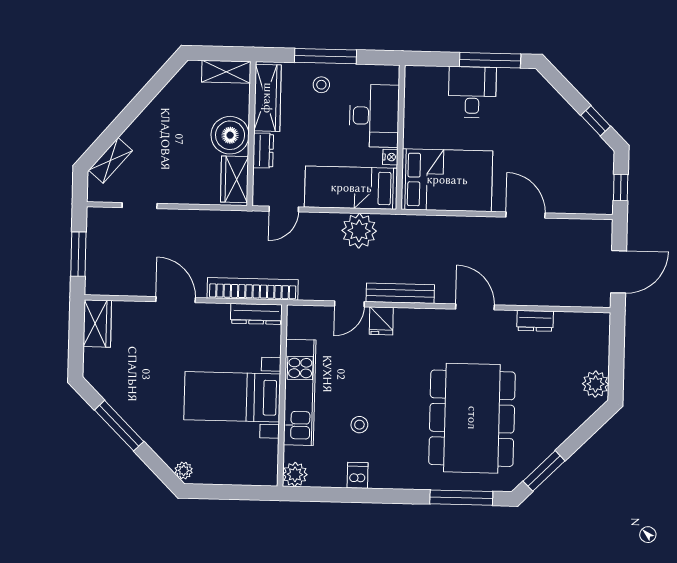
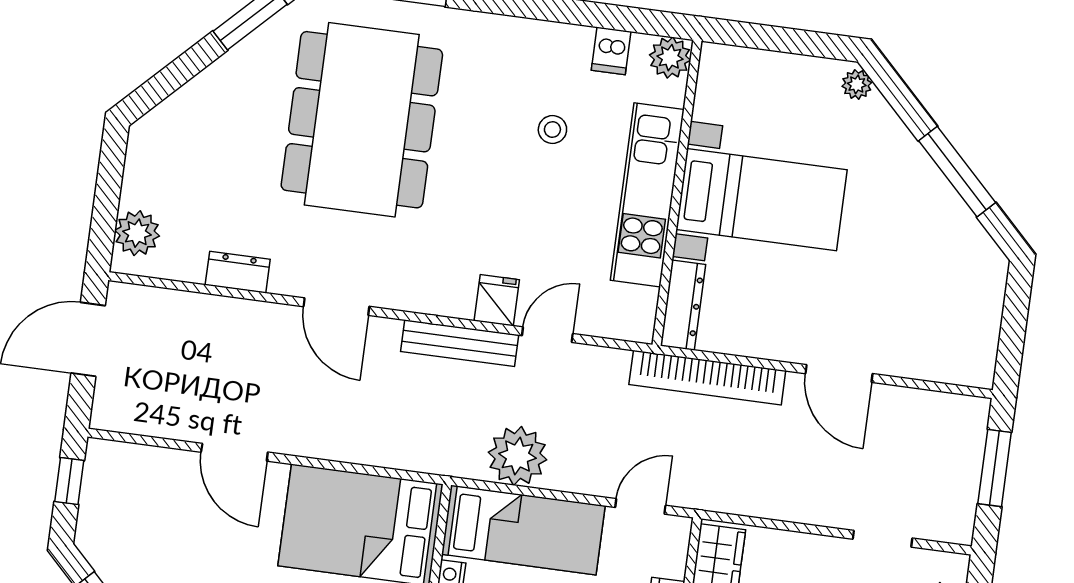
dresser: (256, 314) -> (683, 305), moved, turned 90
wardrobe: (97, 324) -> (975, 348), removed
plant: (595, 384) -> (137, 233), moved
dishwasher: (358, 475) -> (611, 51), moved

